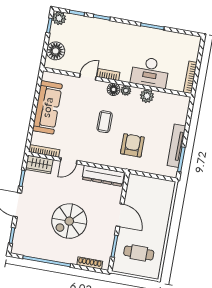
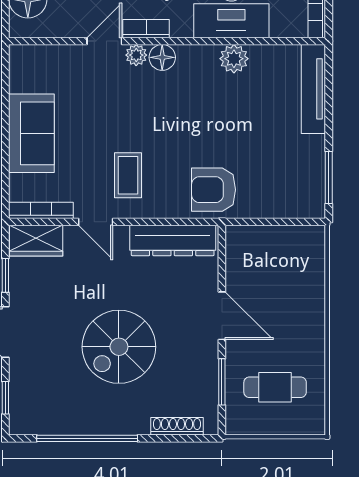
plant: (126, 90) -> (136, 55), moved
sofa: (47, 107) -> (31, 133), width x0.73
coffee table: (105, 122) -> (128, 175), moved
armchair: (132, 145) -> (214, 190), moved, turned -90
tv unit: (176, 146) -> (313, 89), moved
door: (69, 161) -> (96, 222), hinge flipped

